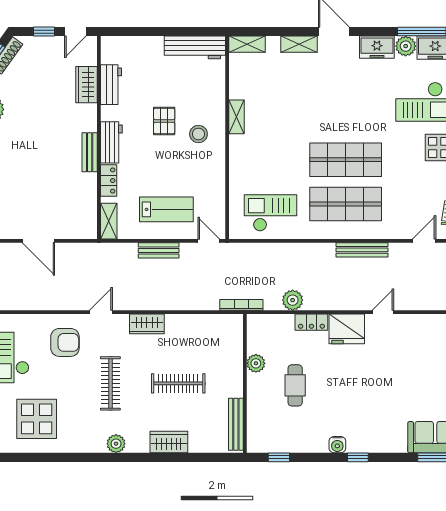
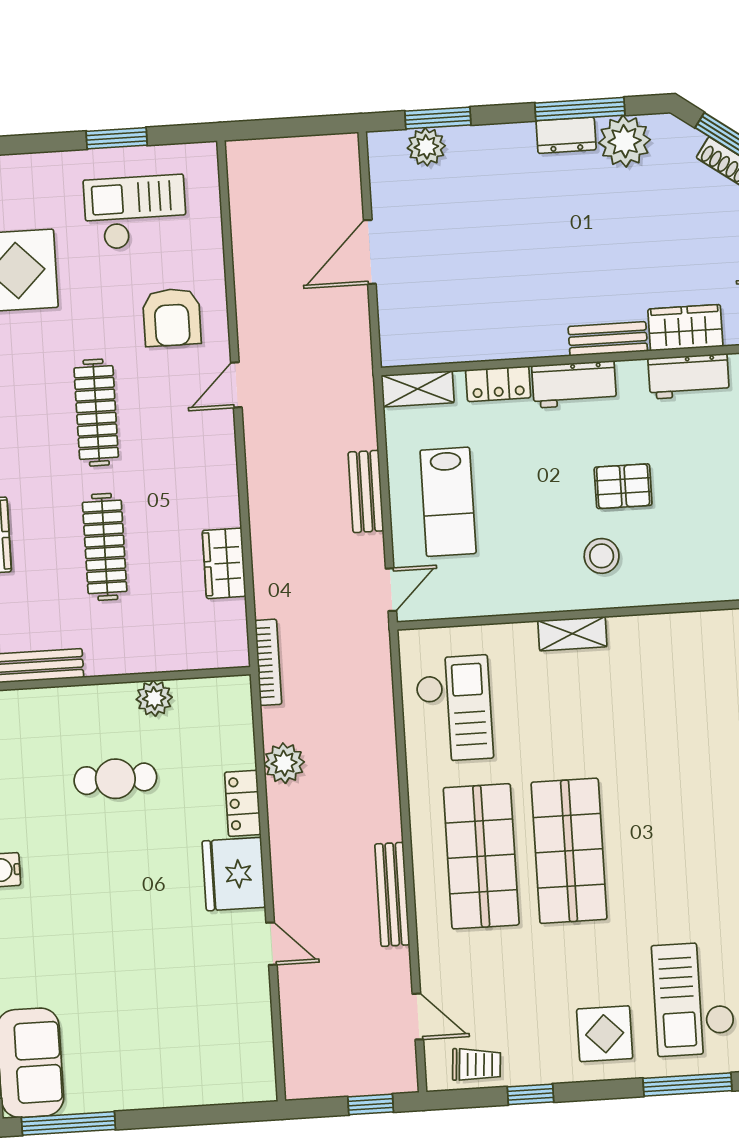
shelving: (237, 117) -> (572, 634), moved
bench: (90, 152) -> (608, 339), moved
door: (101, 312) -> (236, 385), swing flipped
wardrobe: (147, 324) -> (224, 563), moved
clothes rail: (110, 383) -> (96, 413), turned 90

